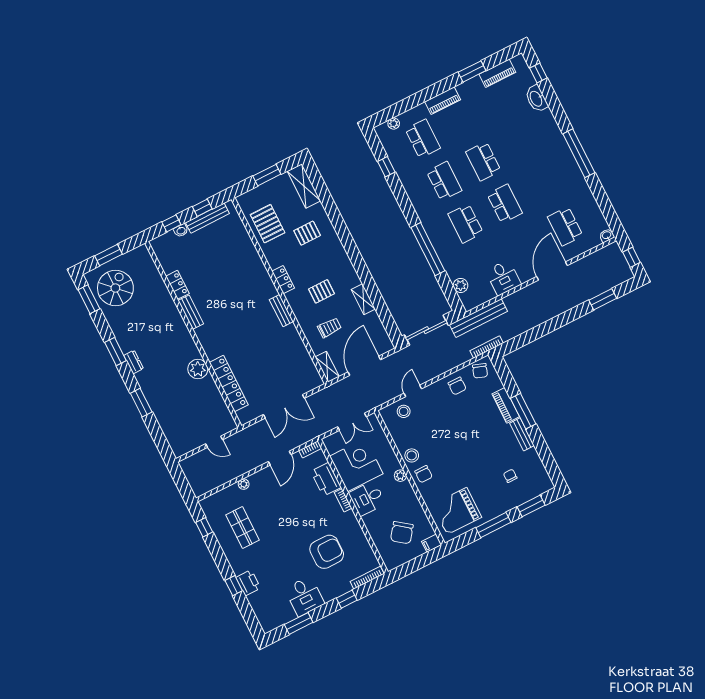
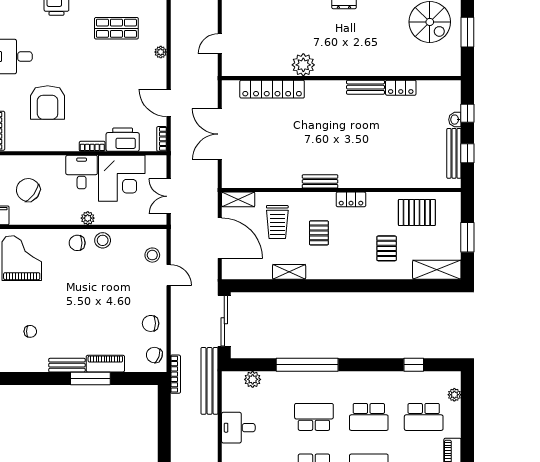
trolley: (329, 328) -> (277, 222), width x1.36, depth x1.39

